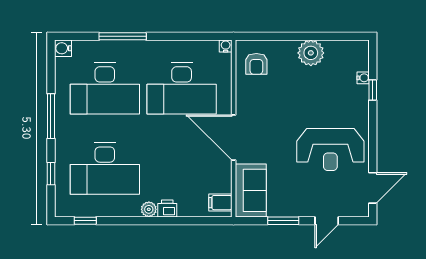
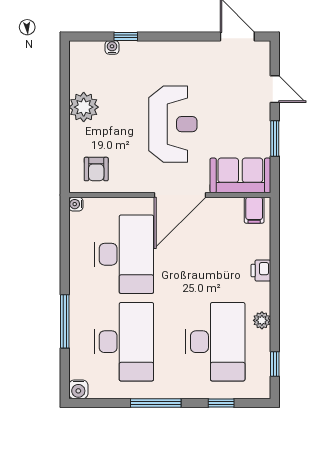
armchair: (256, 64) -> (96, 169), turned 90
reception desk: (330, 149) -> (173, 124), moved
plant: (149, 209) -> (262, 320), moved

